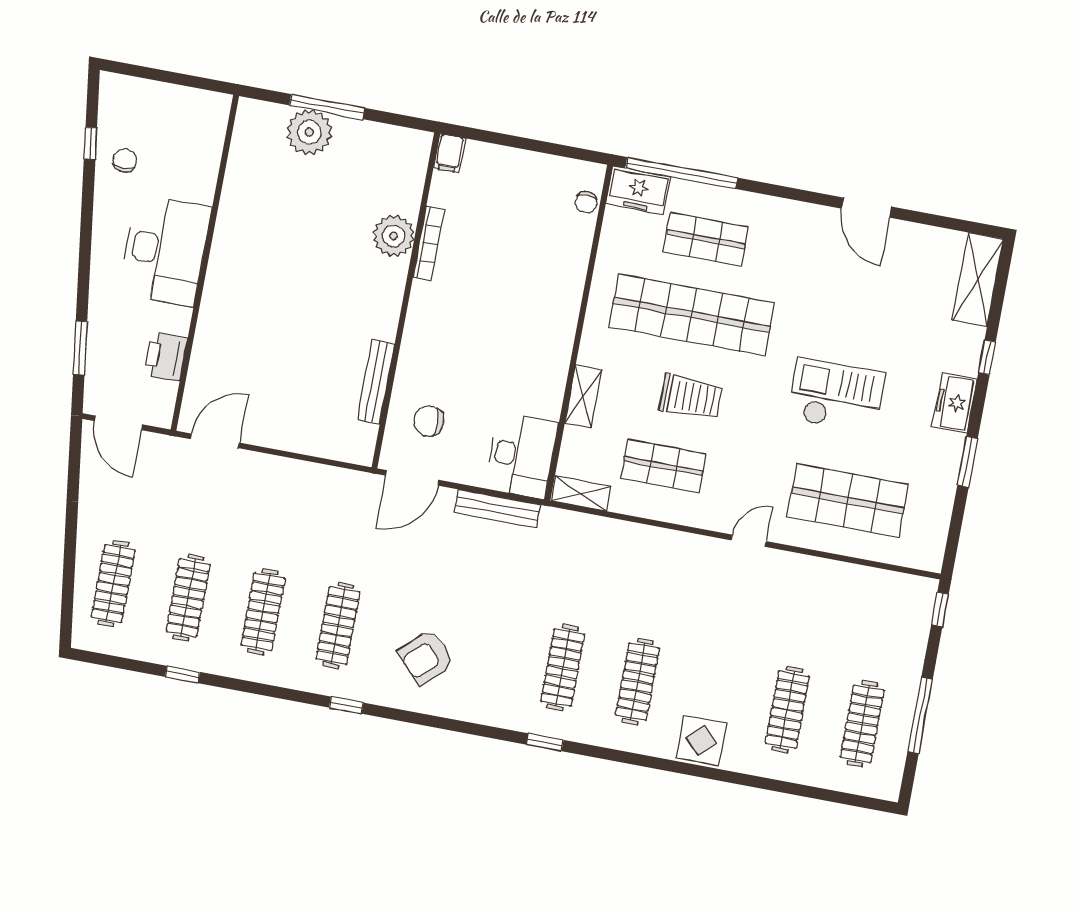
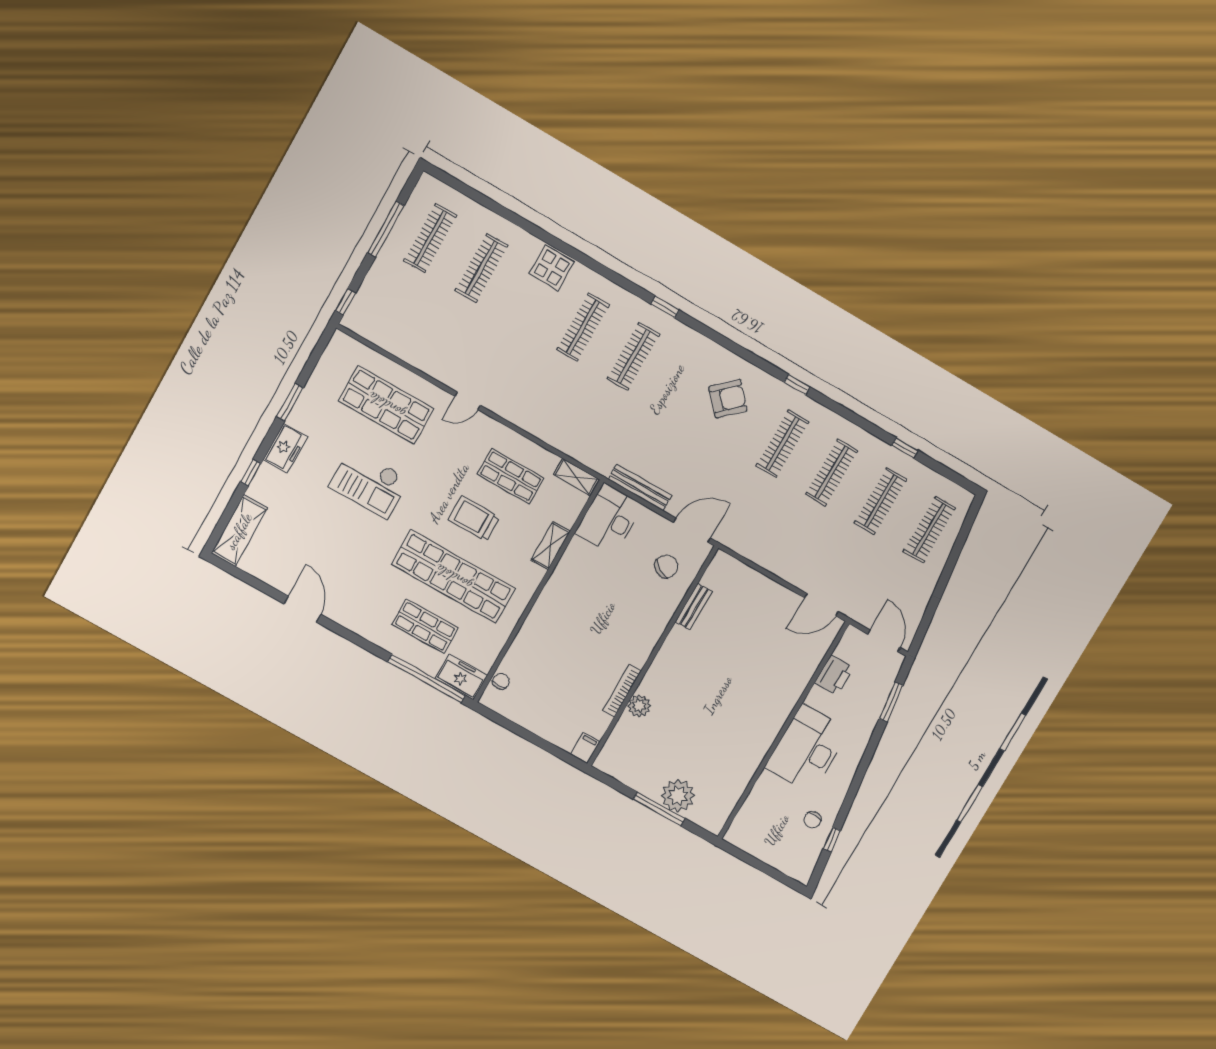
plant: (394, 236) -> (639, 706), width x0.73, depth x0.73
bench: (376, 382) -> (694, 607), width x0.73
chair: (429, 421) -> (666, 566), turned -59

